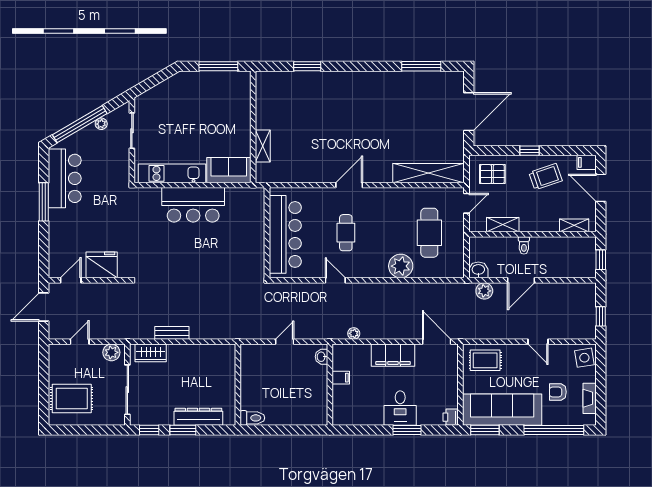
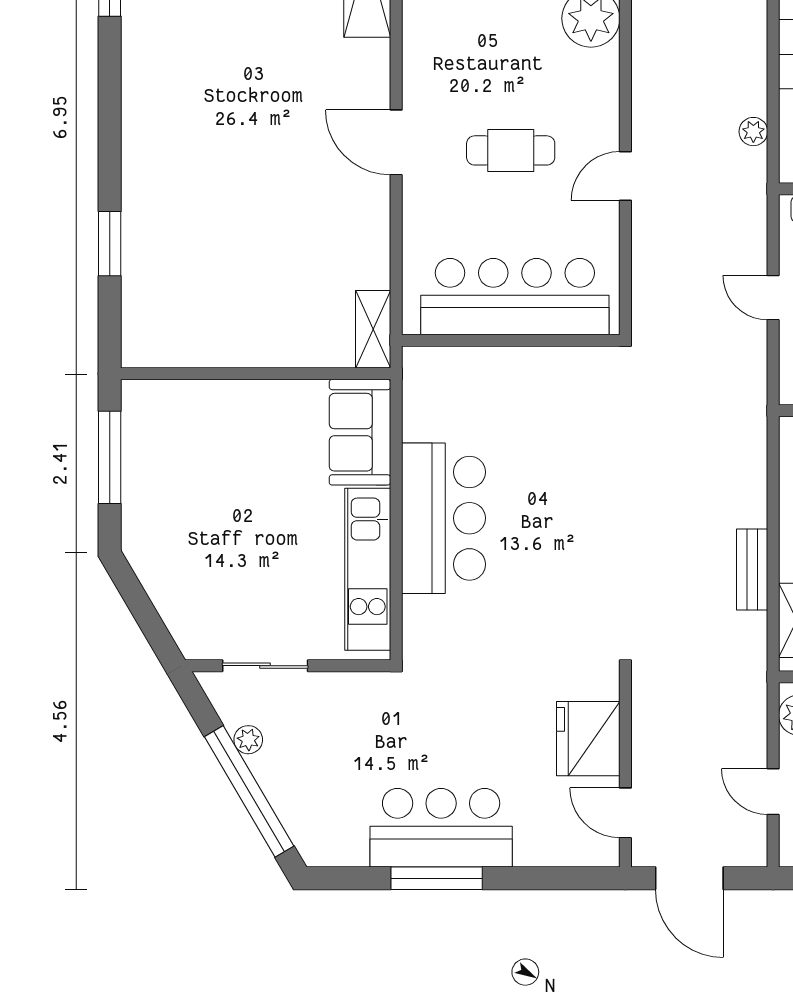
shelving: (263, 146) -> (373, 329), moved, turned 90
bar counter: (65, 178) -> (441, 828), moved

